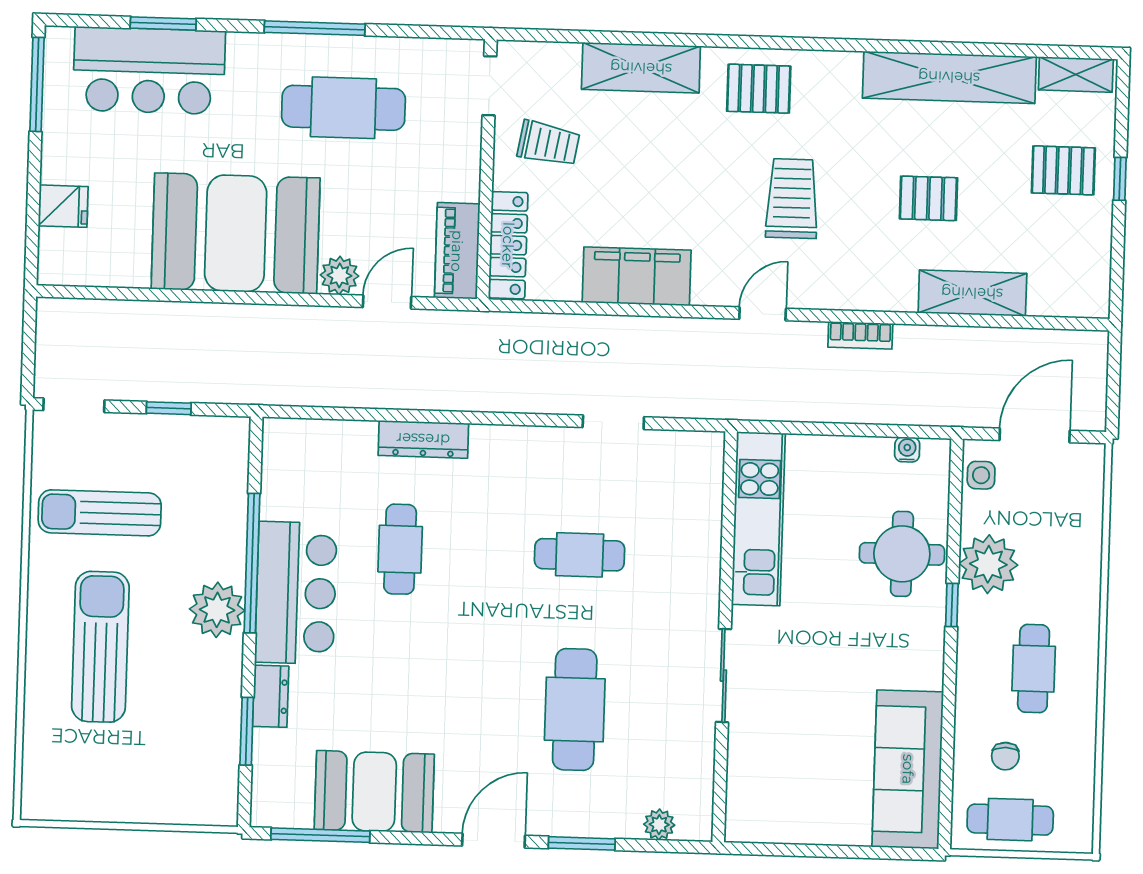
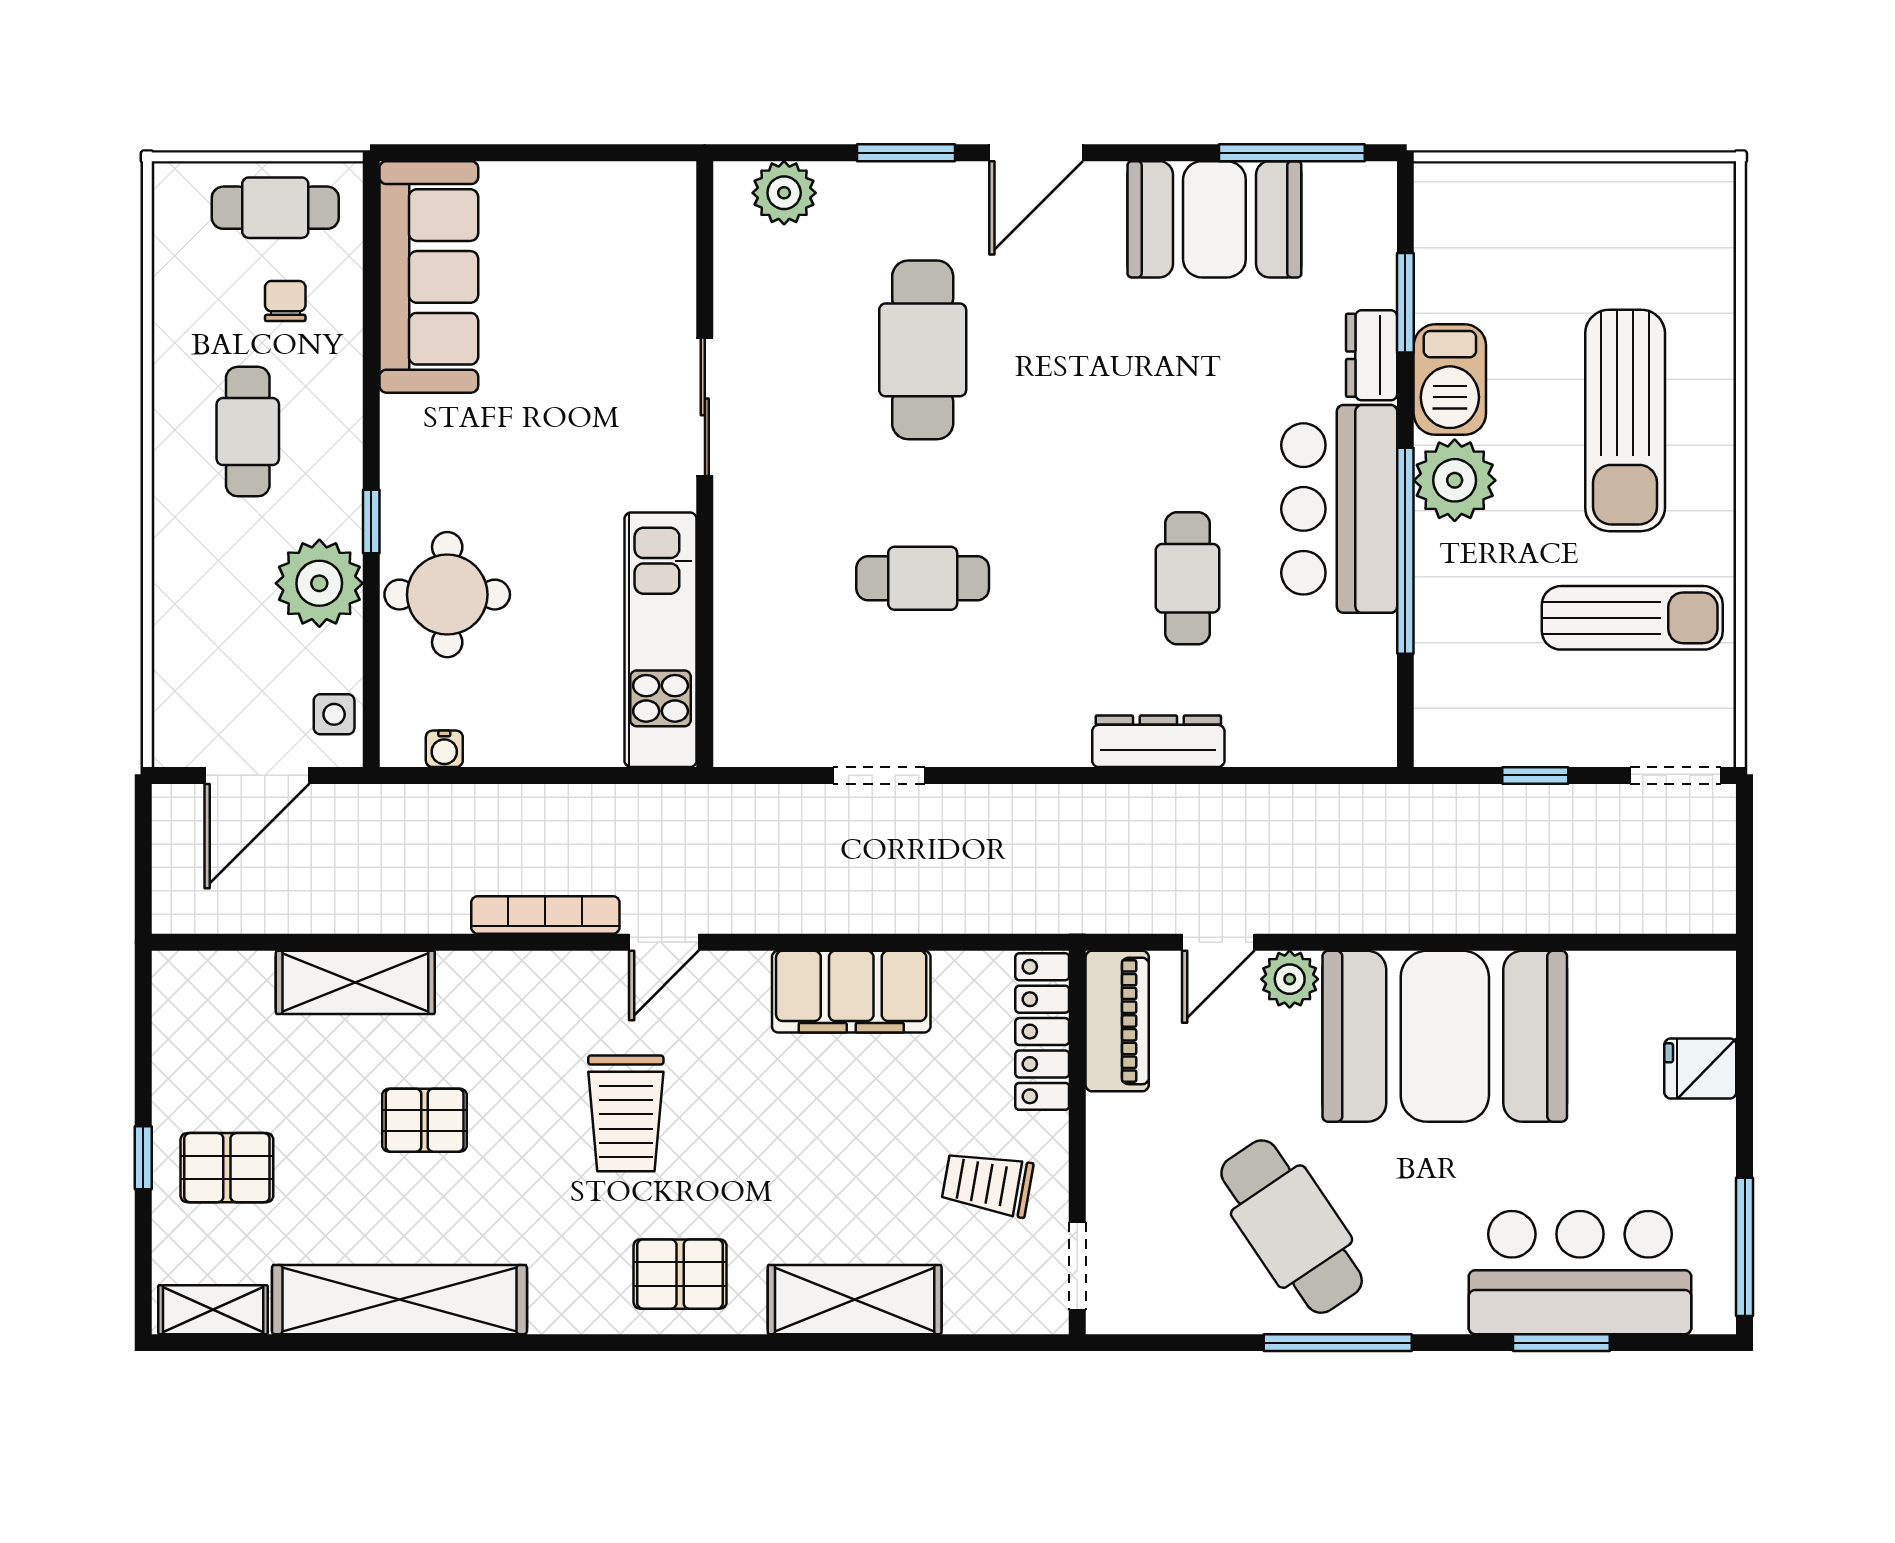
cafe table: (343, 108) -> (1292, 1227), turned 56
bookcase: (860, 335) -> (545, 915), width x1.56
barbecue: (218, 678) -> (1450, 380), added
plant: (659, 825) -> (784, 193), width x1.38, depth x1.38

